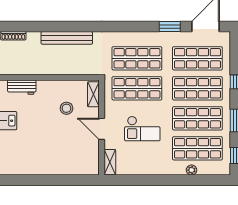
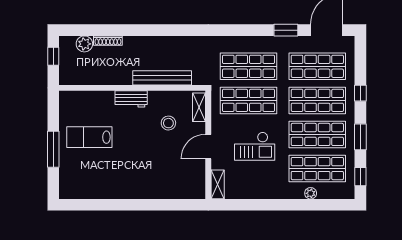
bench: (67, 38) -> (162, 78), moved
workbench: (22, 87) -> (131, 99), moved
door: (102, 129) -> (208, 147), hinge flipped

